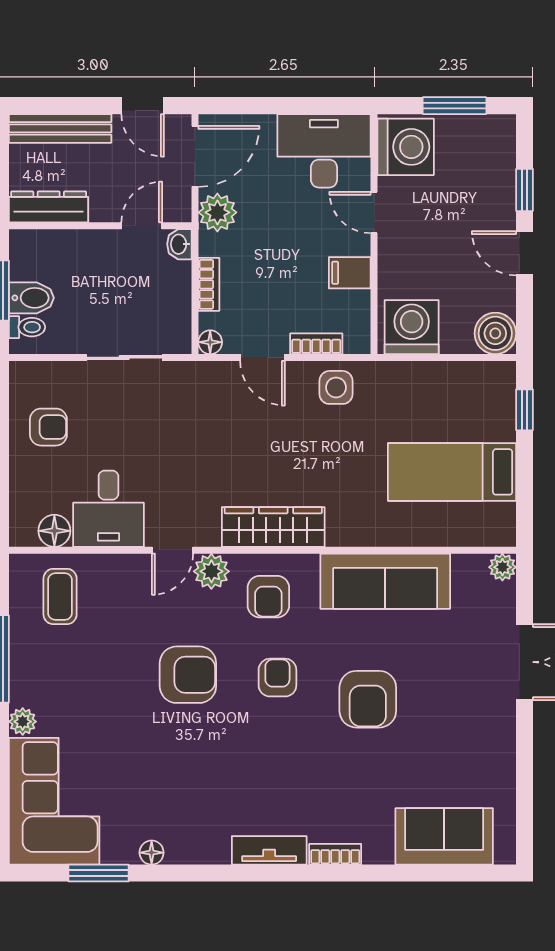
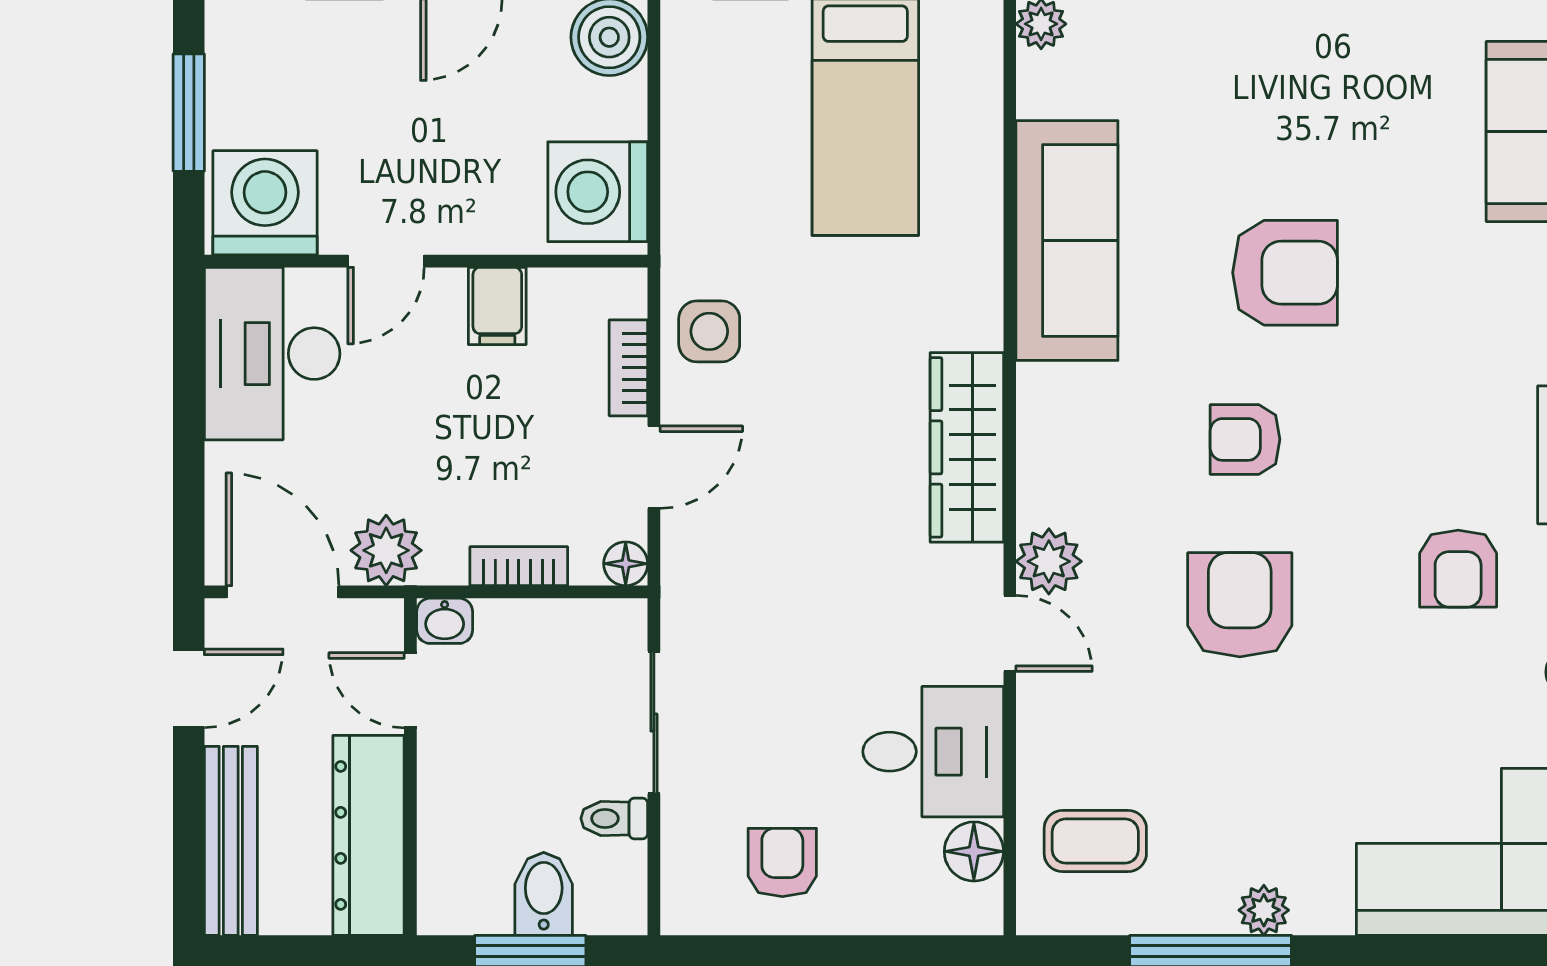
dresser: (49, 207) -> (369, 835), width x1.37, depth x1.24
toilet: (27, 327) -> (614, 818), moved, turned -90
armchair: (268, 597) -> (1458, 569), moved, turned 90
plant: (23, 722) -> (1264, 910), moved

